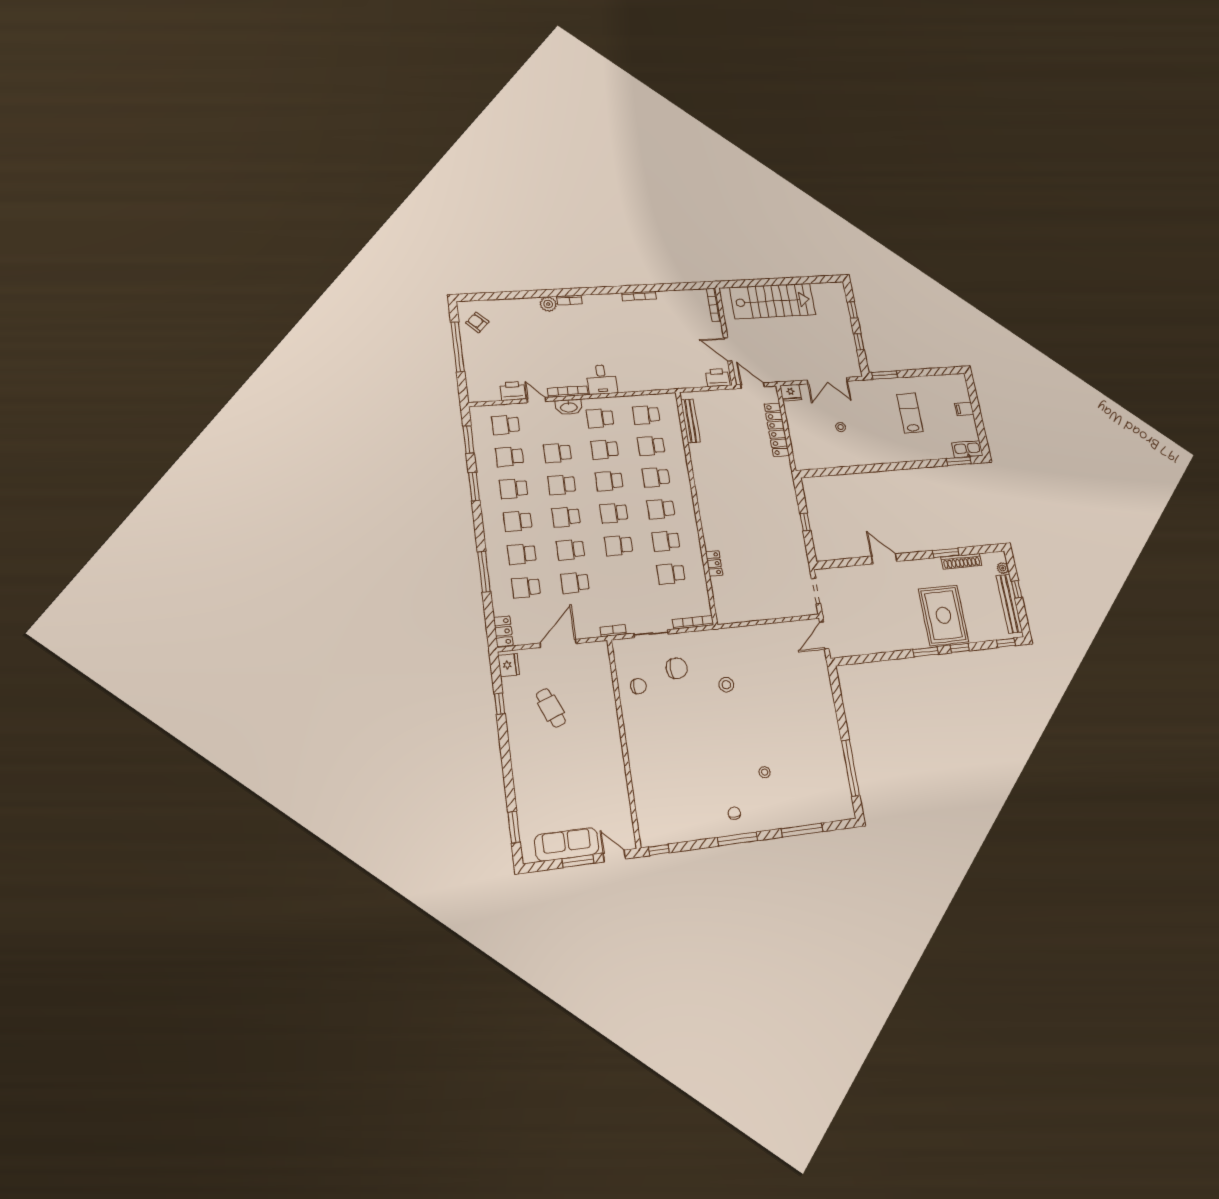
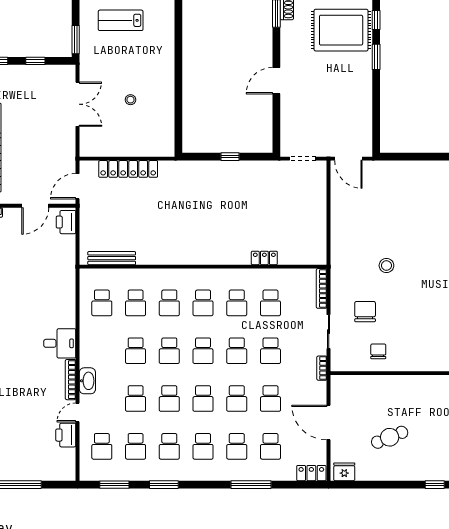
fridge: (791, 393) -> (88, 147), removed
school desk: (600, 418) -> (271, 351), moved
window: (500, 704) -> (435, 485), moved

